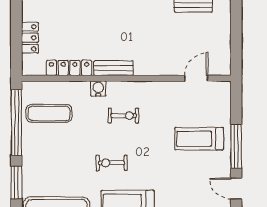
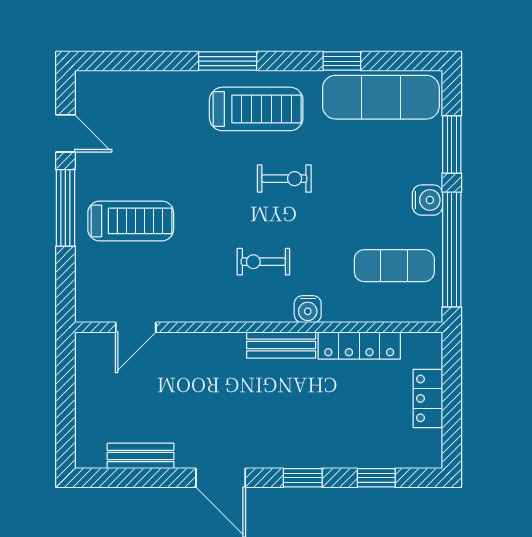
water cooler: (30, 151) -> (427, 200), added

